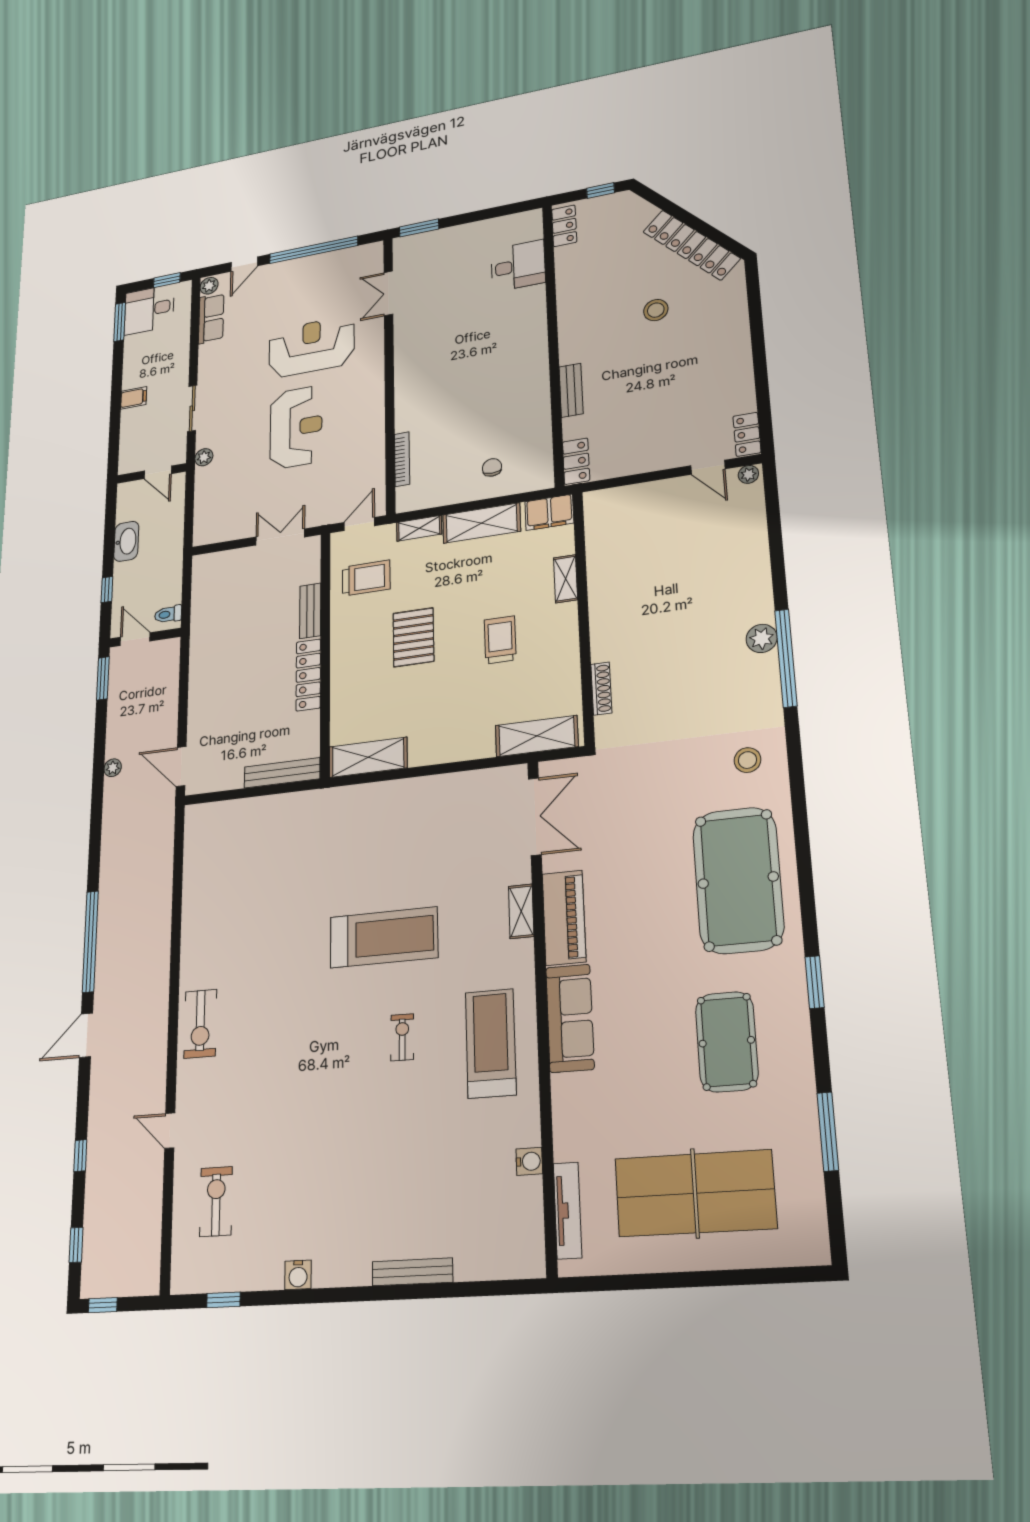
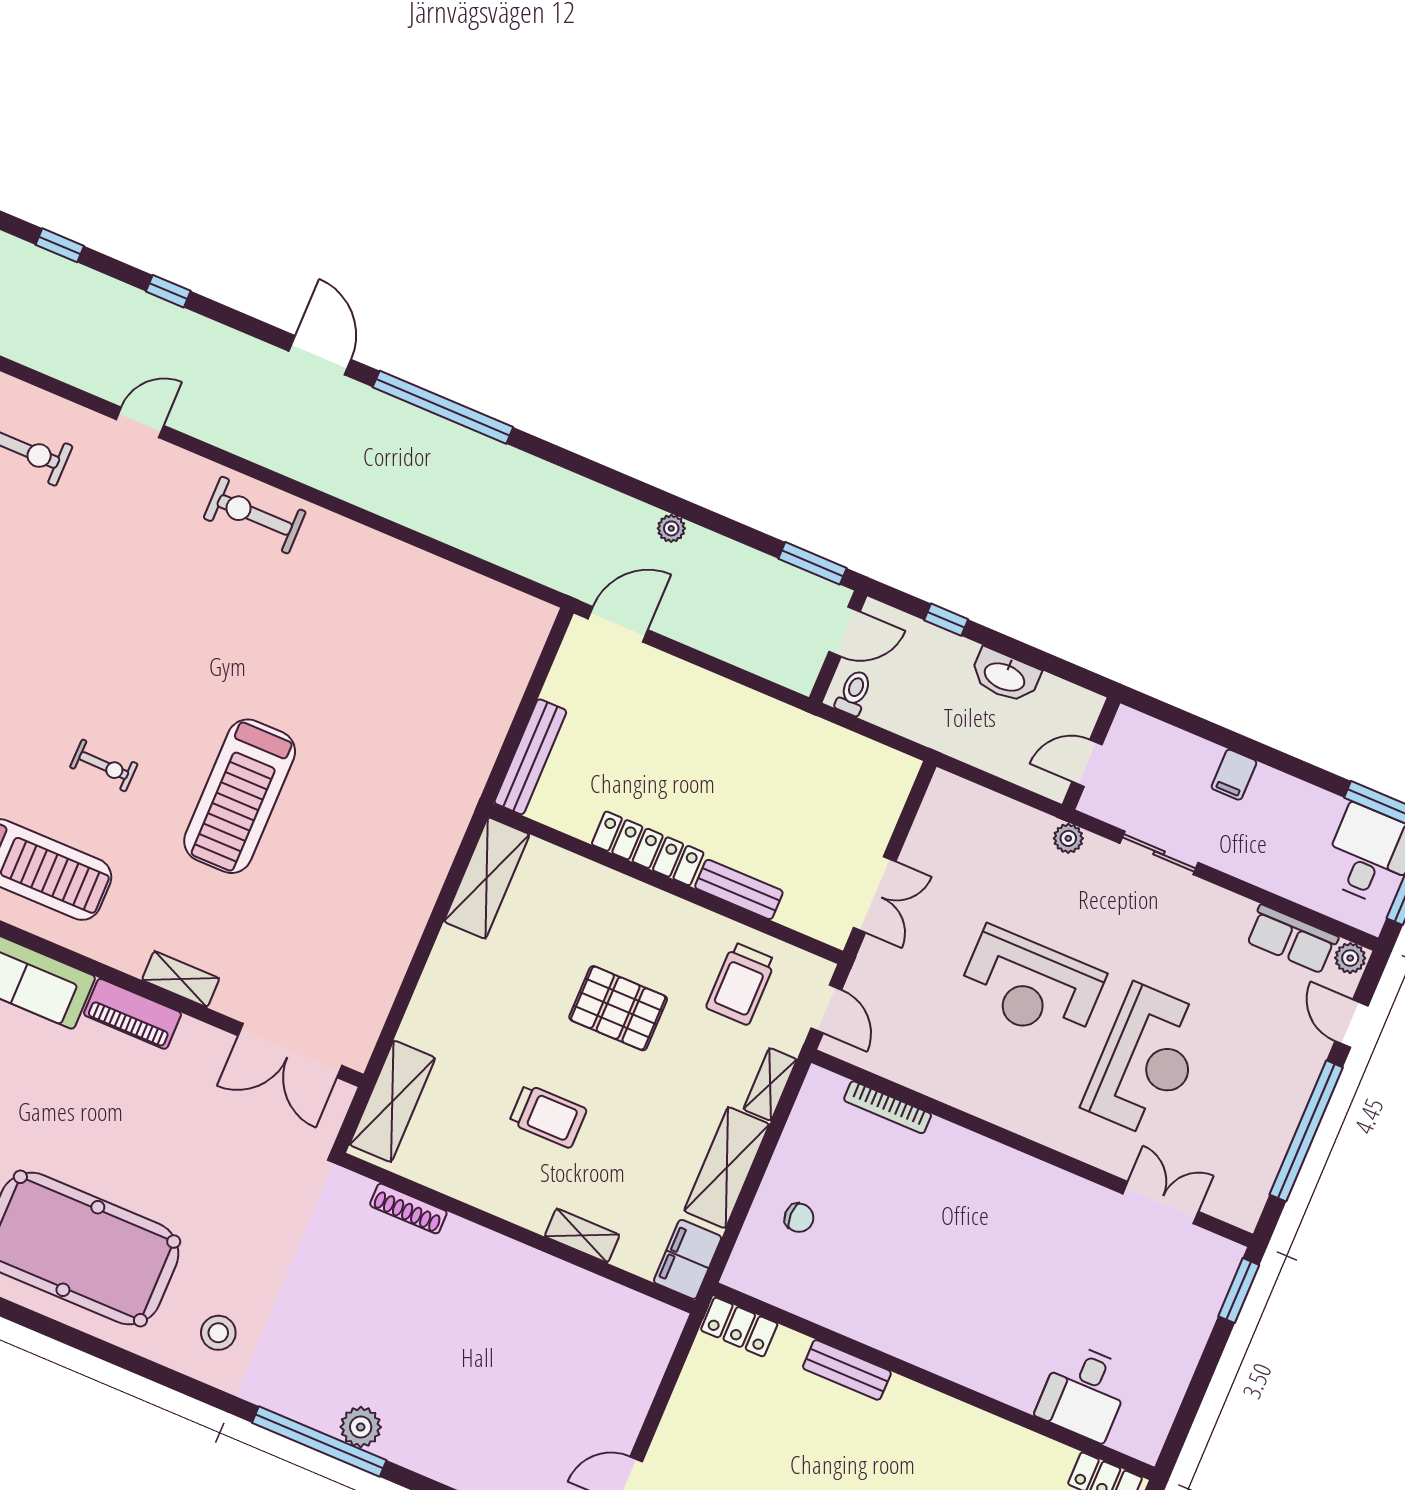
piano: (564, 918) -> (132, 1014), width x0.73, depth x0.75

